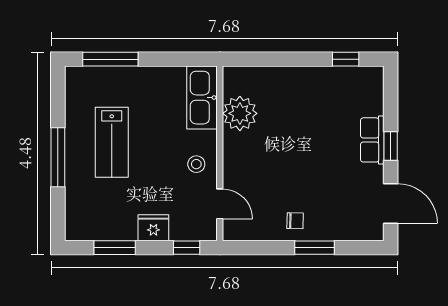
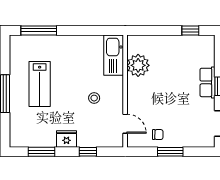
kitchen sink: (202, 98) -> (114, 55), moved
plant: (240, 113) -> (138, 65), moved
wall: (220, 153) -> (125, 91), moved
door: (220, 204) -> (125, 124), moved

